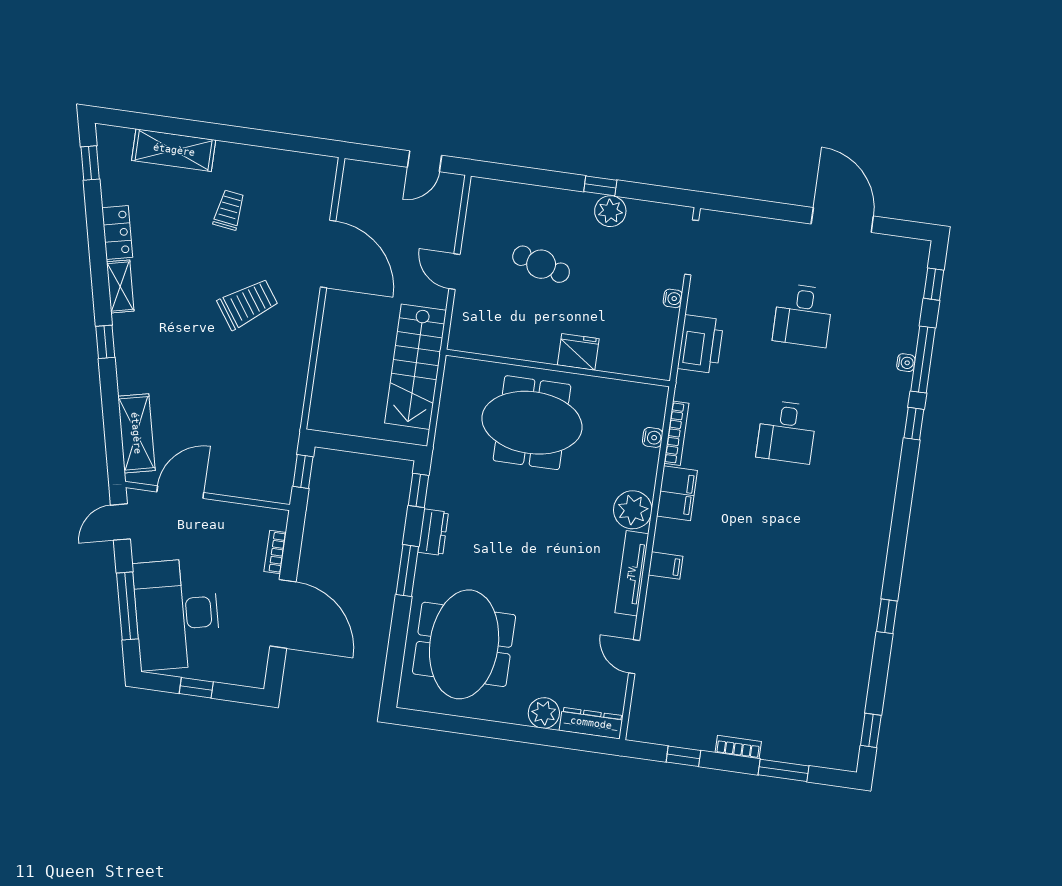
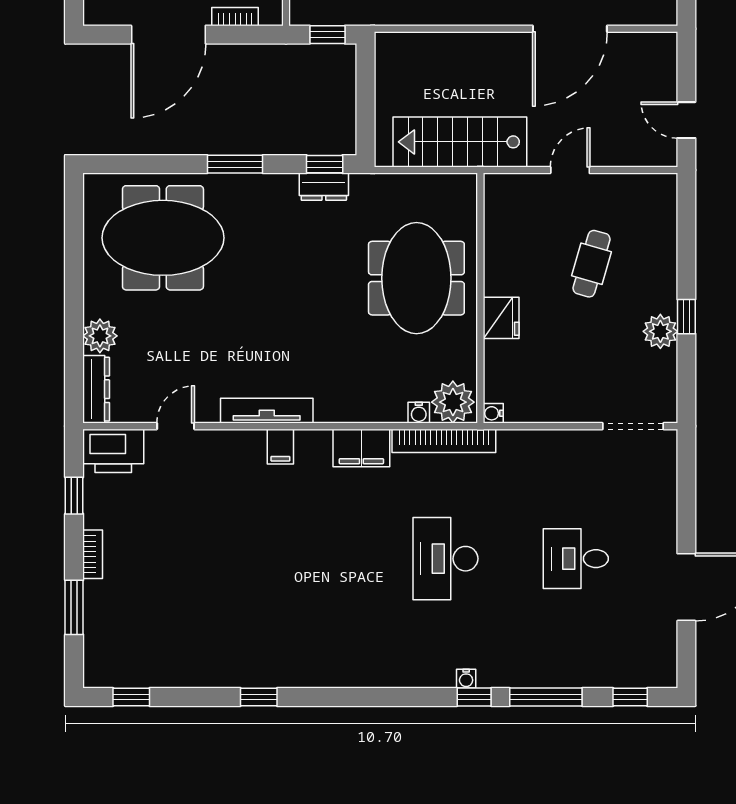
water cooler: (673, 298) -> (493, 413), moved, turned 90
printer: (701, 344) -> (113, 451), moved
water cooler: (906, 363) -> (466, 679), moved
desk: (787, 432) -> (445, 559), width x1.37
bookcase: (676, 433) -> (444, 441), width x1.48, depth x1.31
plant: (633, 510) -> (453, 402), moved
dresser: (433, 532) -> (324, 187), moved

